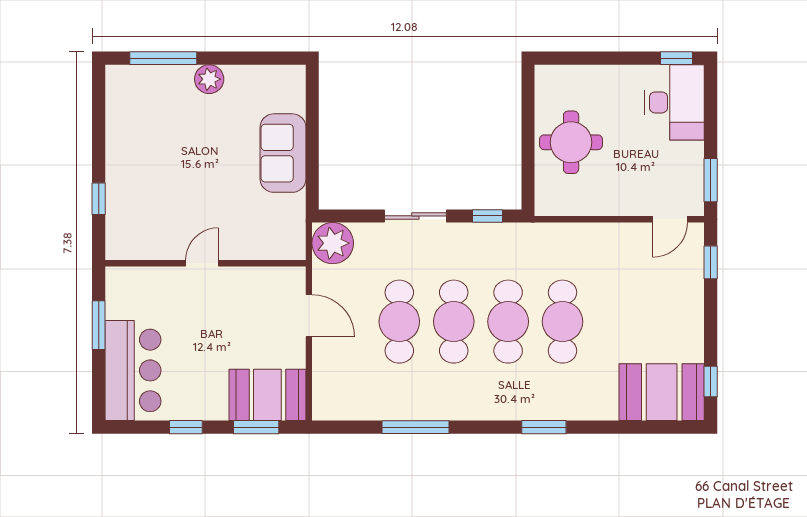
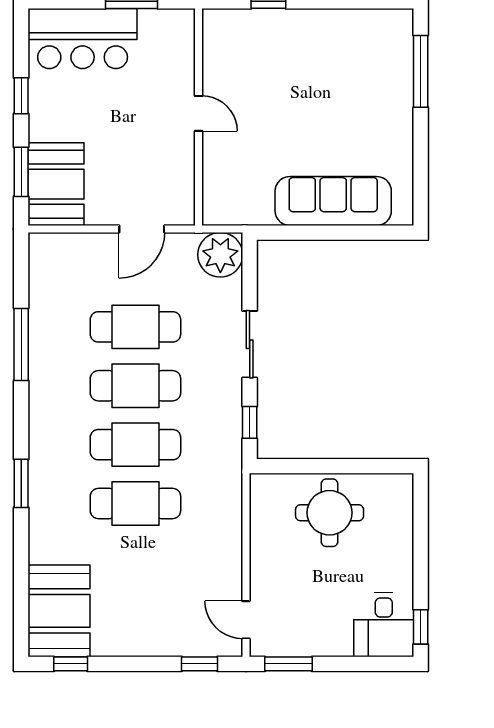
plant: (209, 79) -> (398, 121), removed
desk: (675, 102) -> (384, 625), width x0.73
sofa: (283, 153) -> (333, 201), width x1.36

